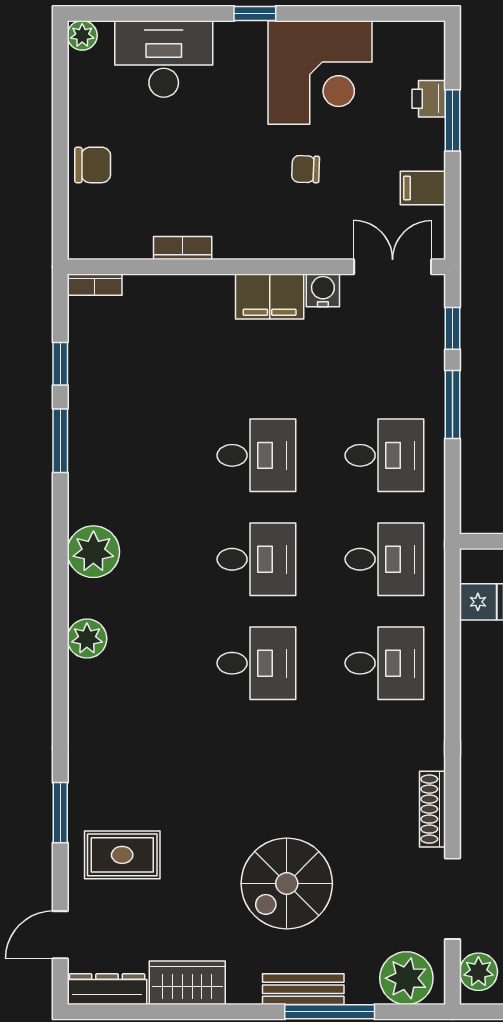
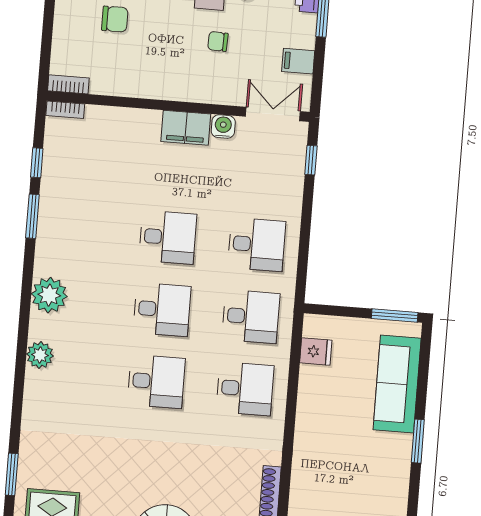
chair: (93, 165) -> (115, 19), moved
bookcase: (183, 248) -> (68, 84), moved
window: (452, 405) -> (307, 213), removed

